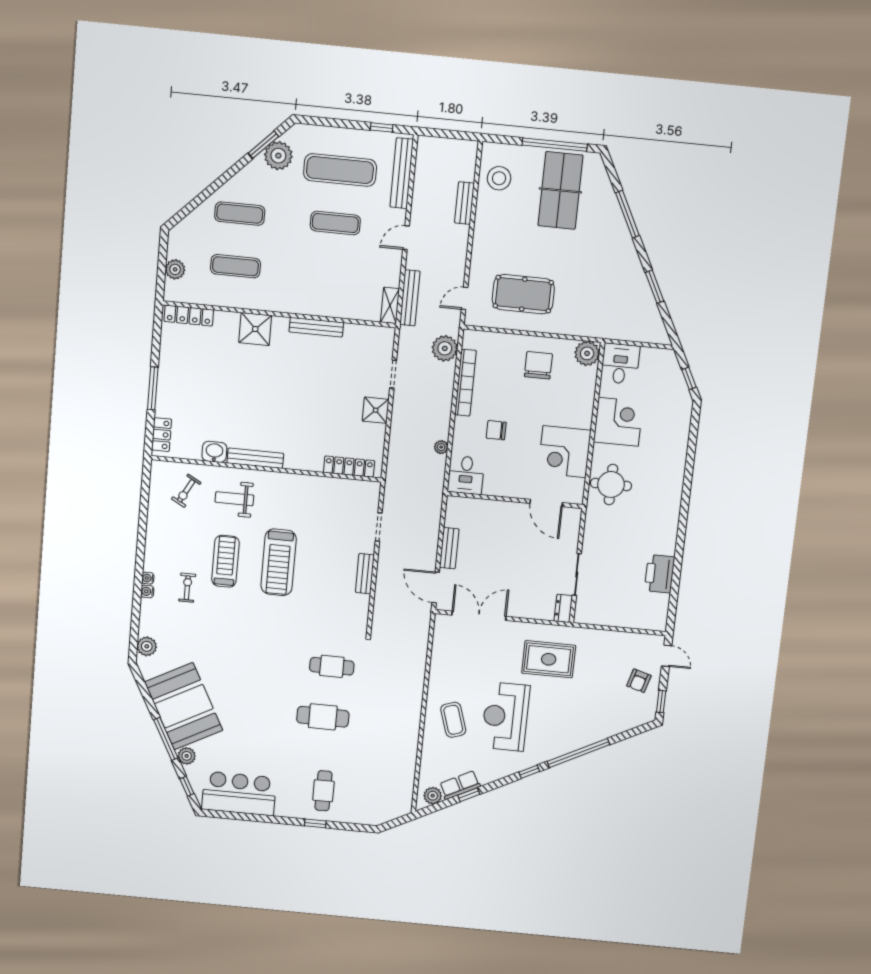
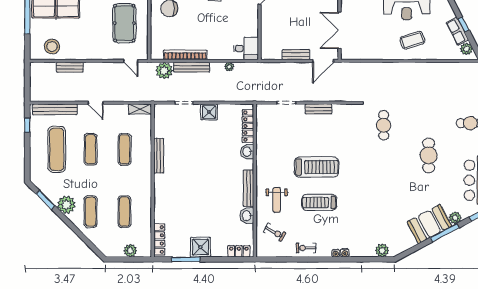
plant: (278, 156) -> (66, 205), moved
exercise mat: (331, 276) -> (124, 149), added
bench: (410, 298) -> (192, 67), moved
shower: (255, 329) -> (200, 247), moved
window: (153, 388) -> (186, 259), moved
chair: (496, 430) -> (214, 32), removed
washbasin: (311, 462) -> (247, 152), added
exercise bike: (187, 588) -> (306, 248), moved
booth: (184, 706) -> (429, 224), width x0.73, depth x0.70
cafe table: (323, 717) -> (429, 155), moved

